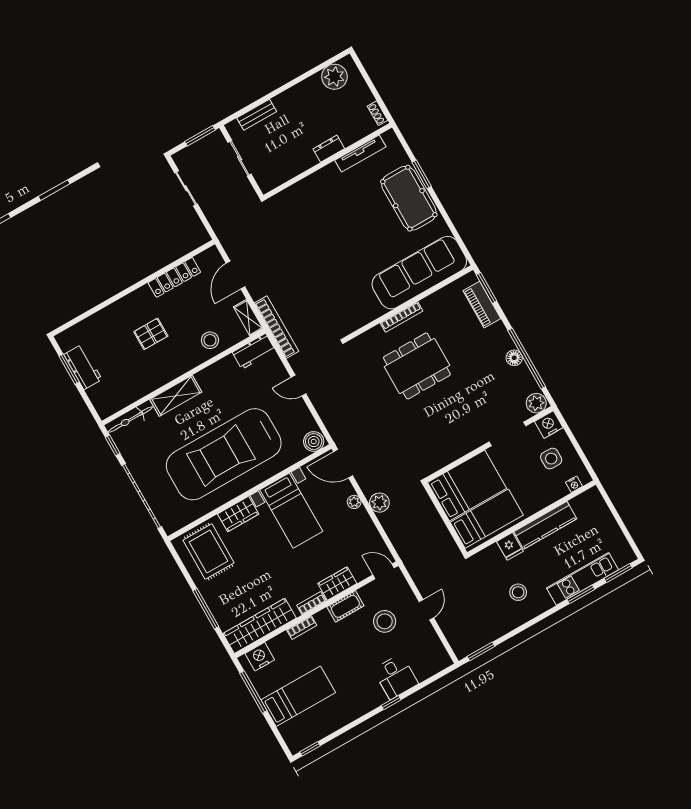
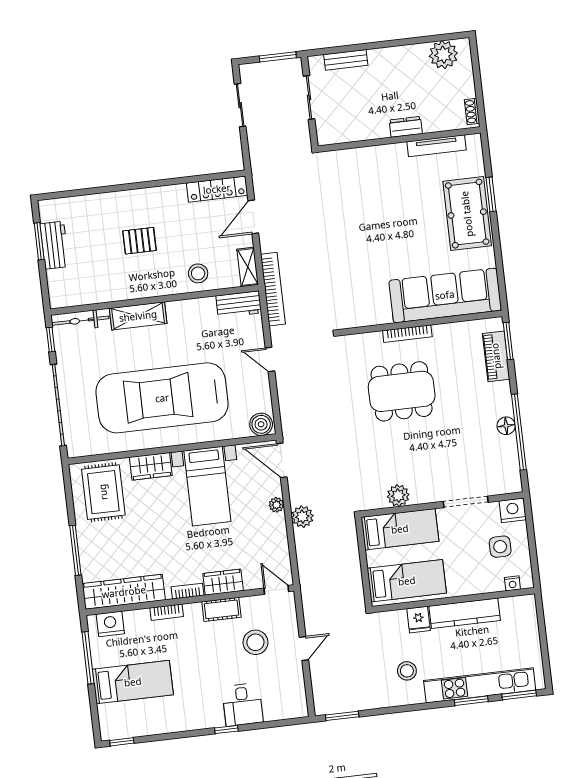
locker: (174, 277) -> (217, 189), moved
plant: (536, 403) -> (398, 496), moved
bed: (467, 485) -> (400, 529), width x0.67
kitchen unit: (583, 579) -> (480, 685), width x1.36

